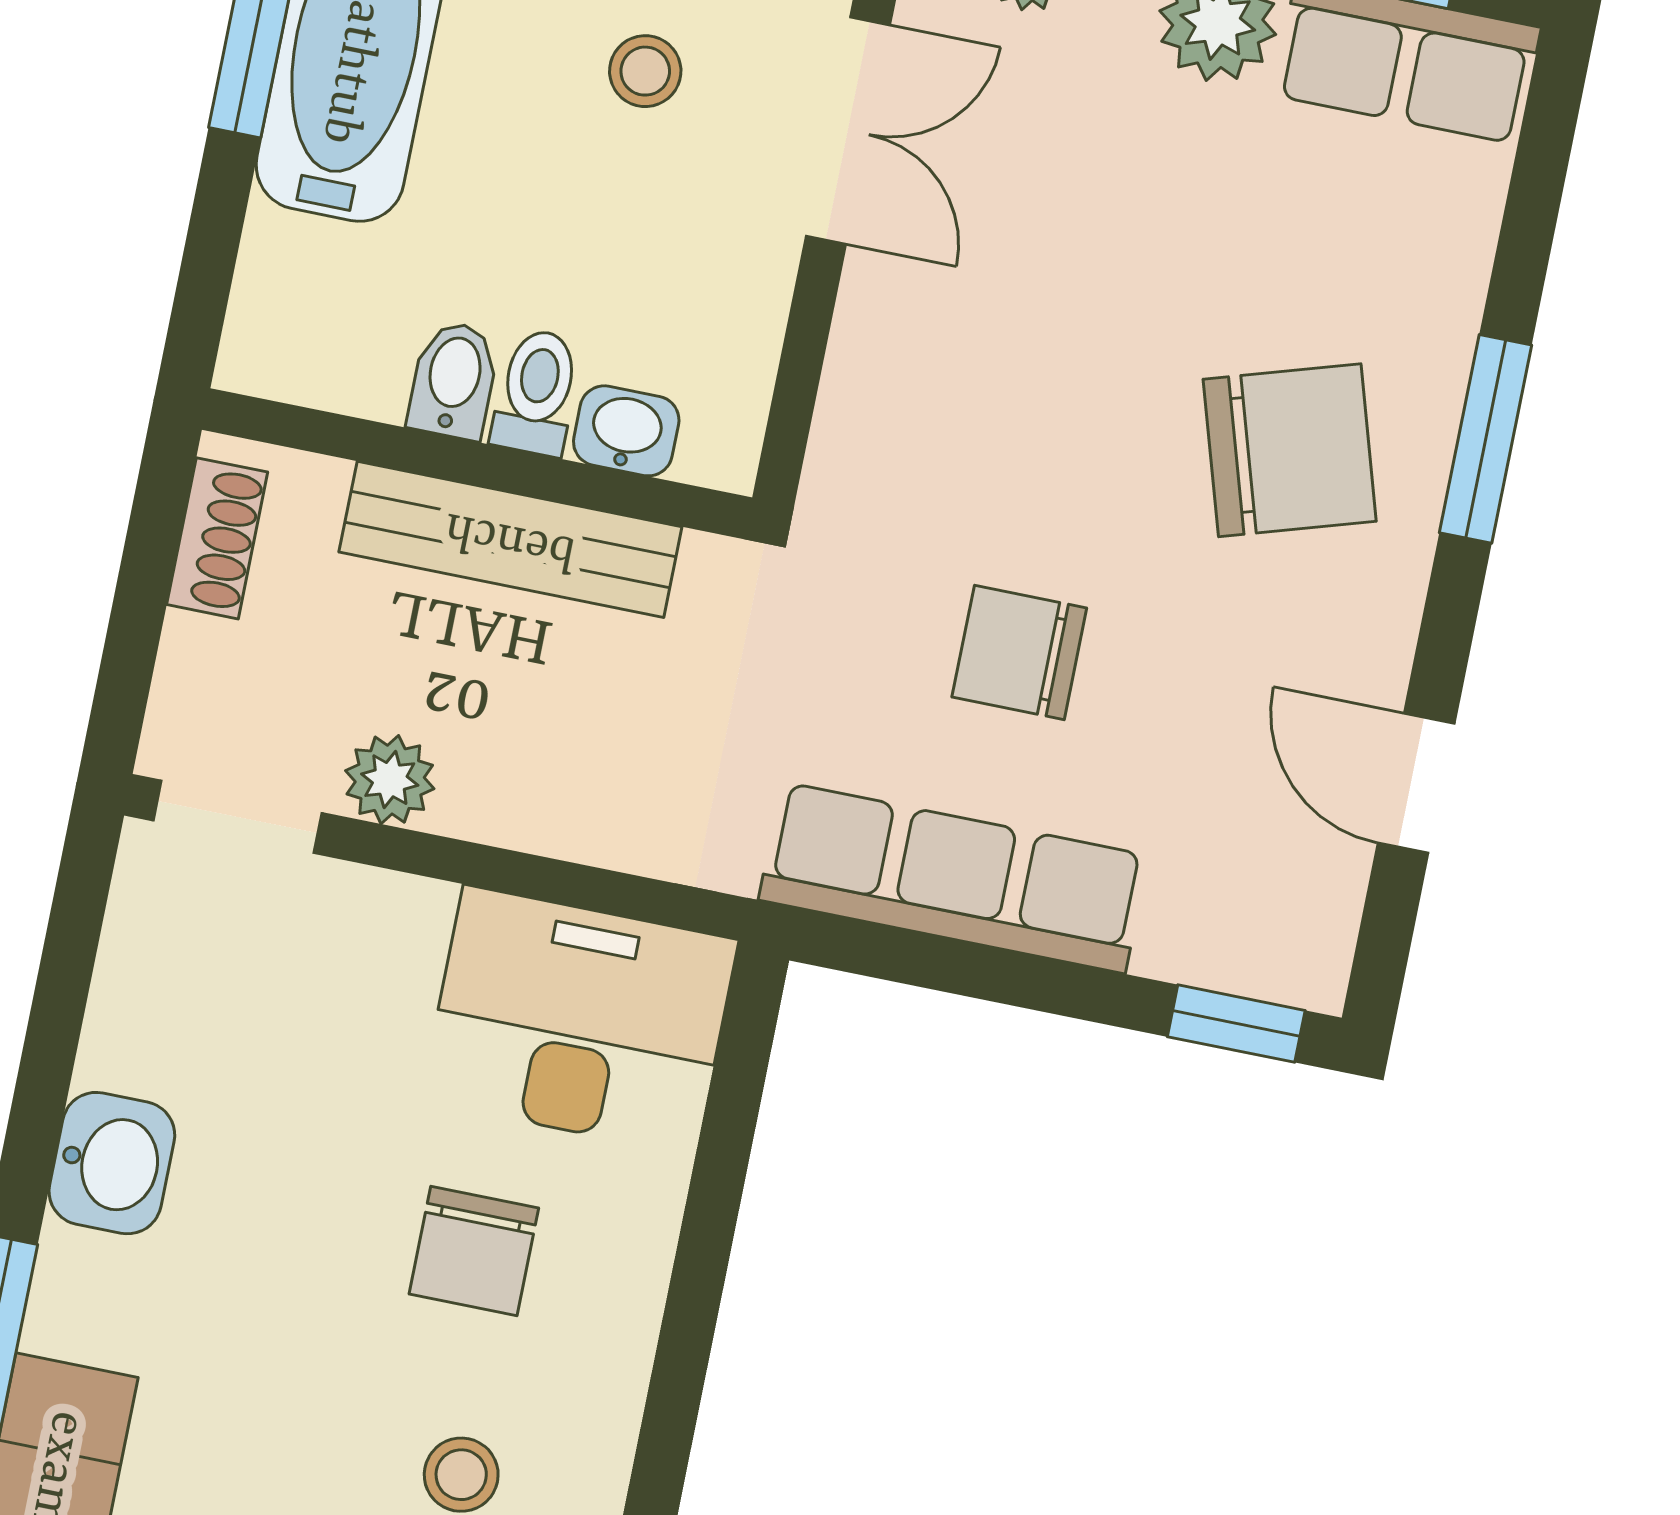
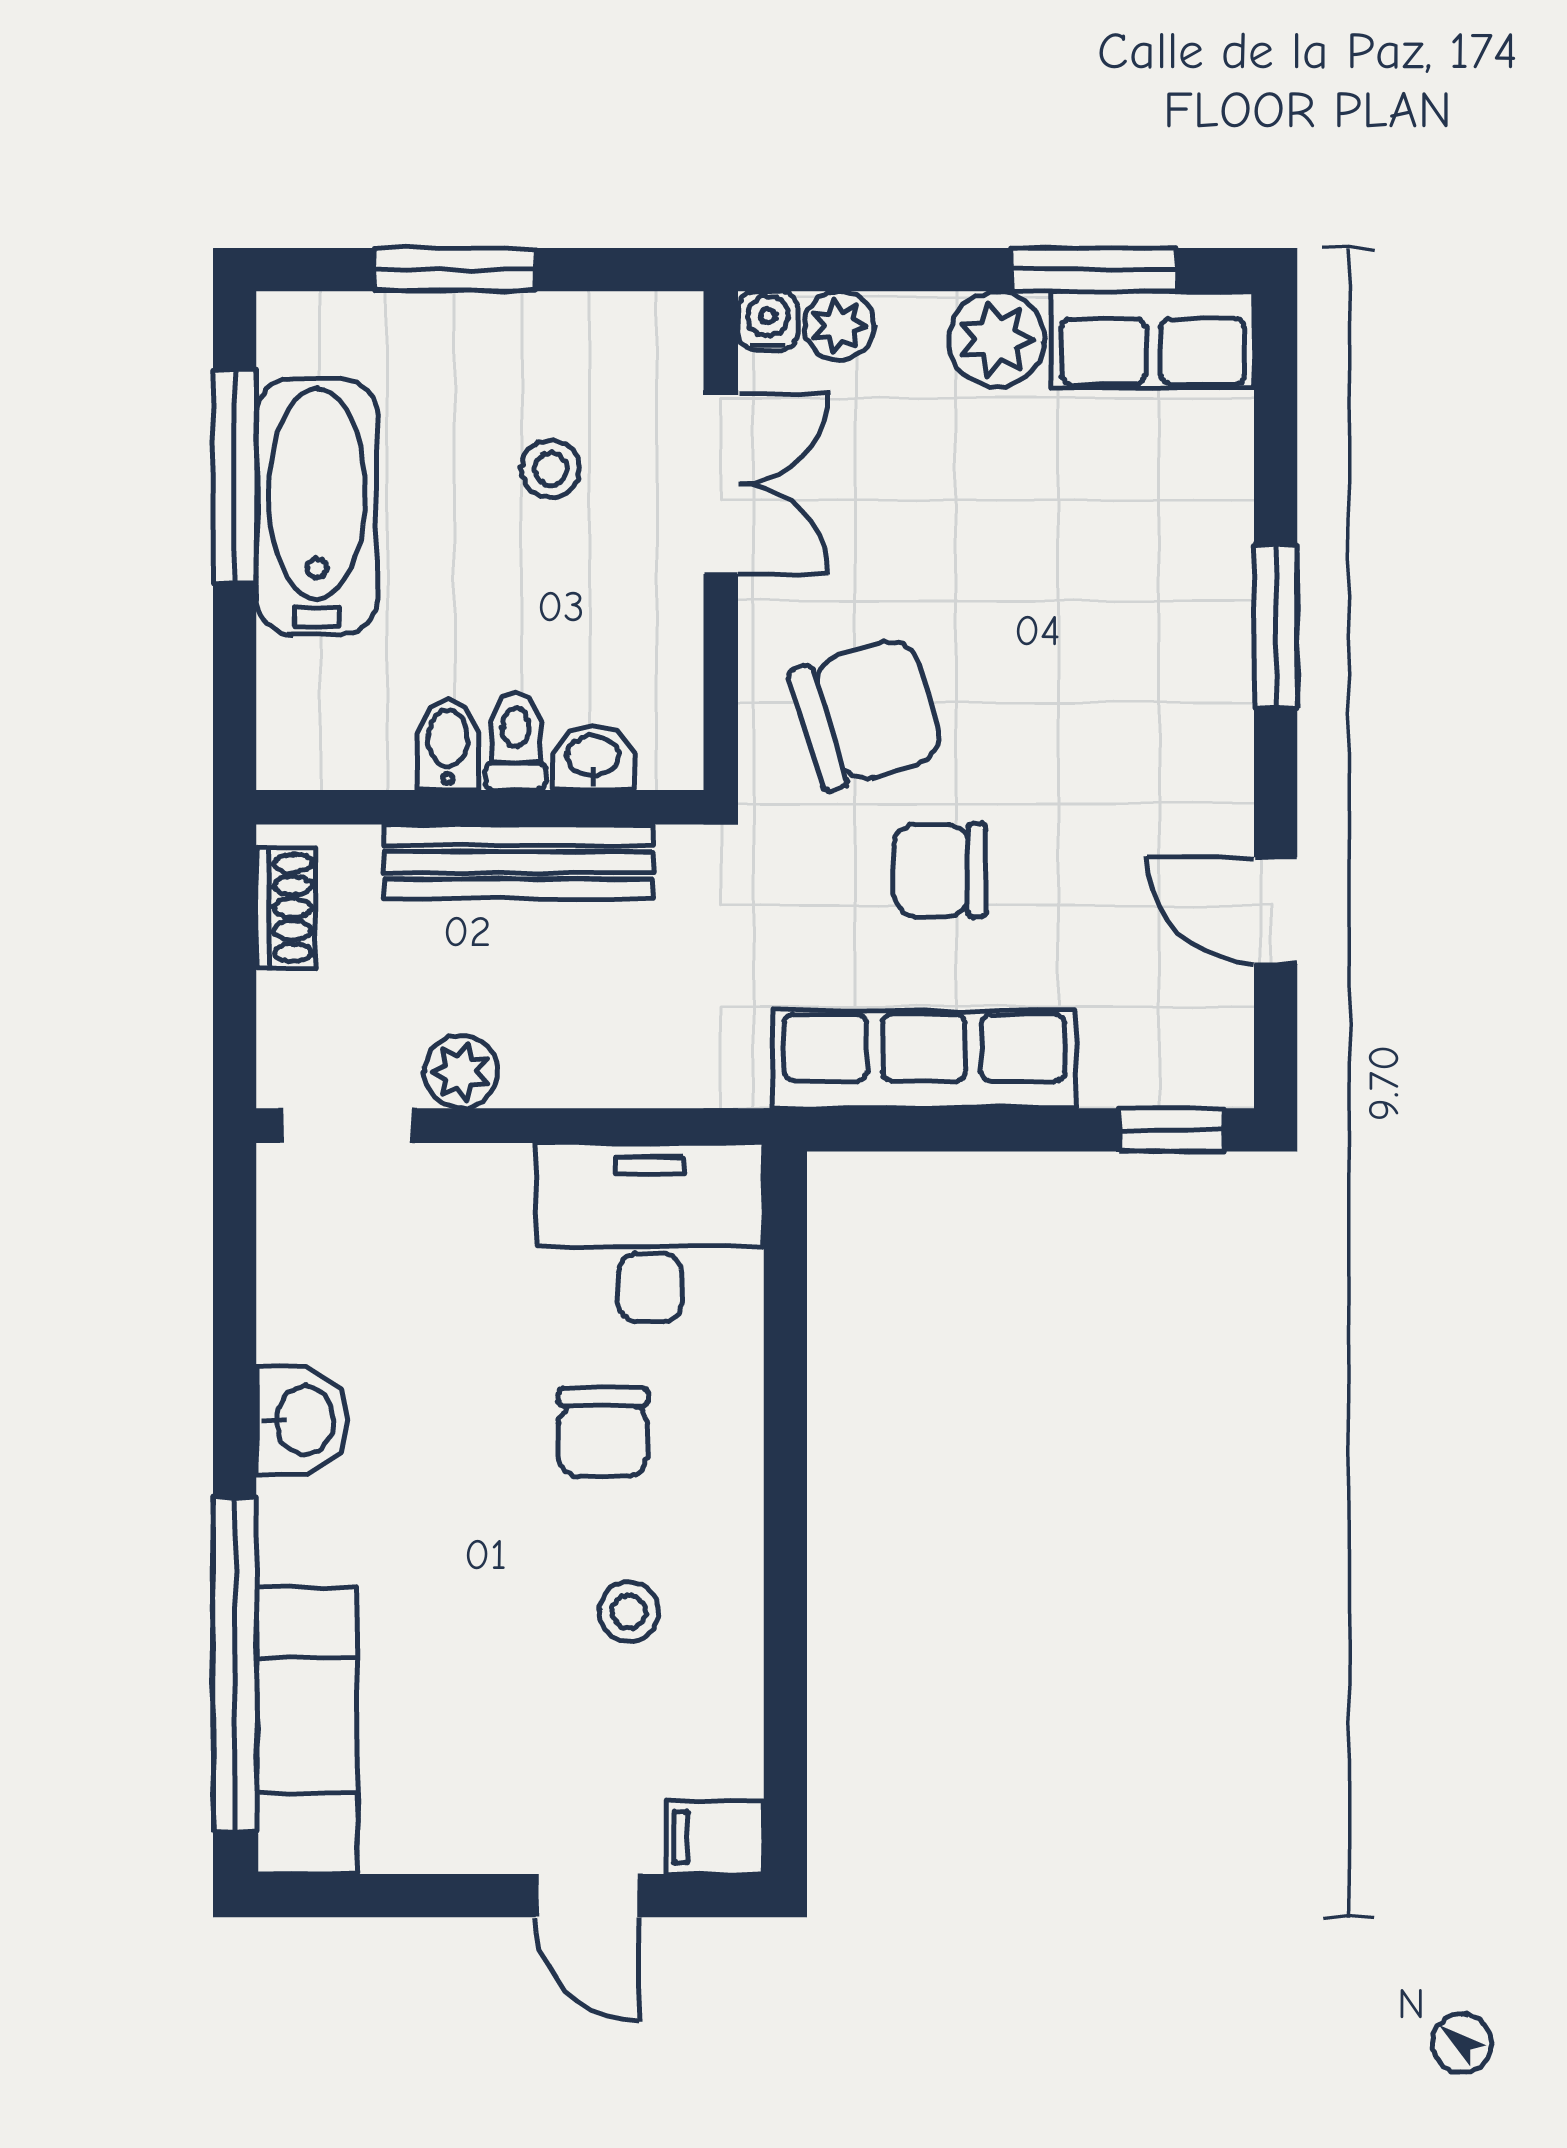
chair: (1290, 450) -> (867, 713), moved

